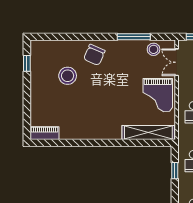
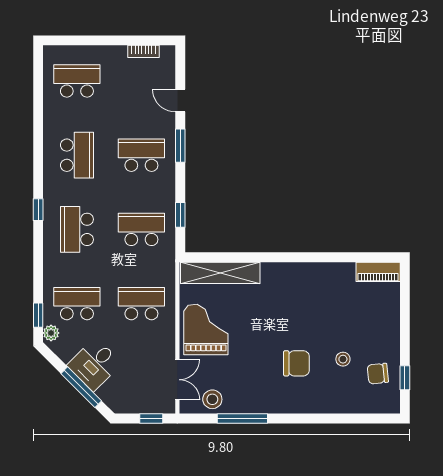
chair: (94, 55) -> (296, 363), moved, turned 67
chair: (45, 66) -> (378, 374), added
stool: (68, 76) -> (343, 359), width x0.53, depth x0.53

